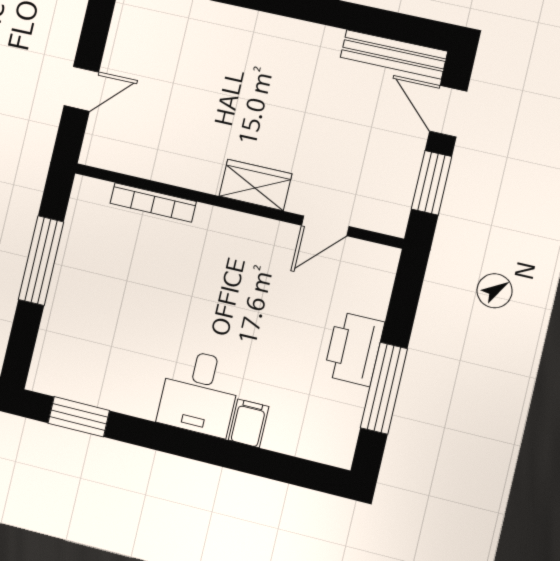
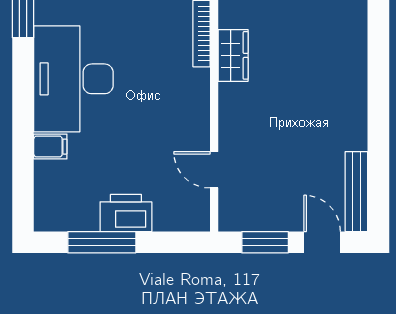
door: (448, 111) -> (322, 242), hinge flipped
wardrobe: (255, 185) -> (233, 55), moved
desk: (199, 393) -> (73, 79), width x1.87, depth x1.30

